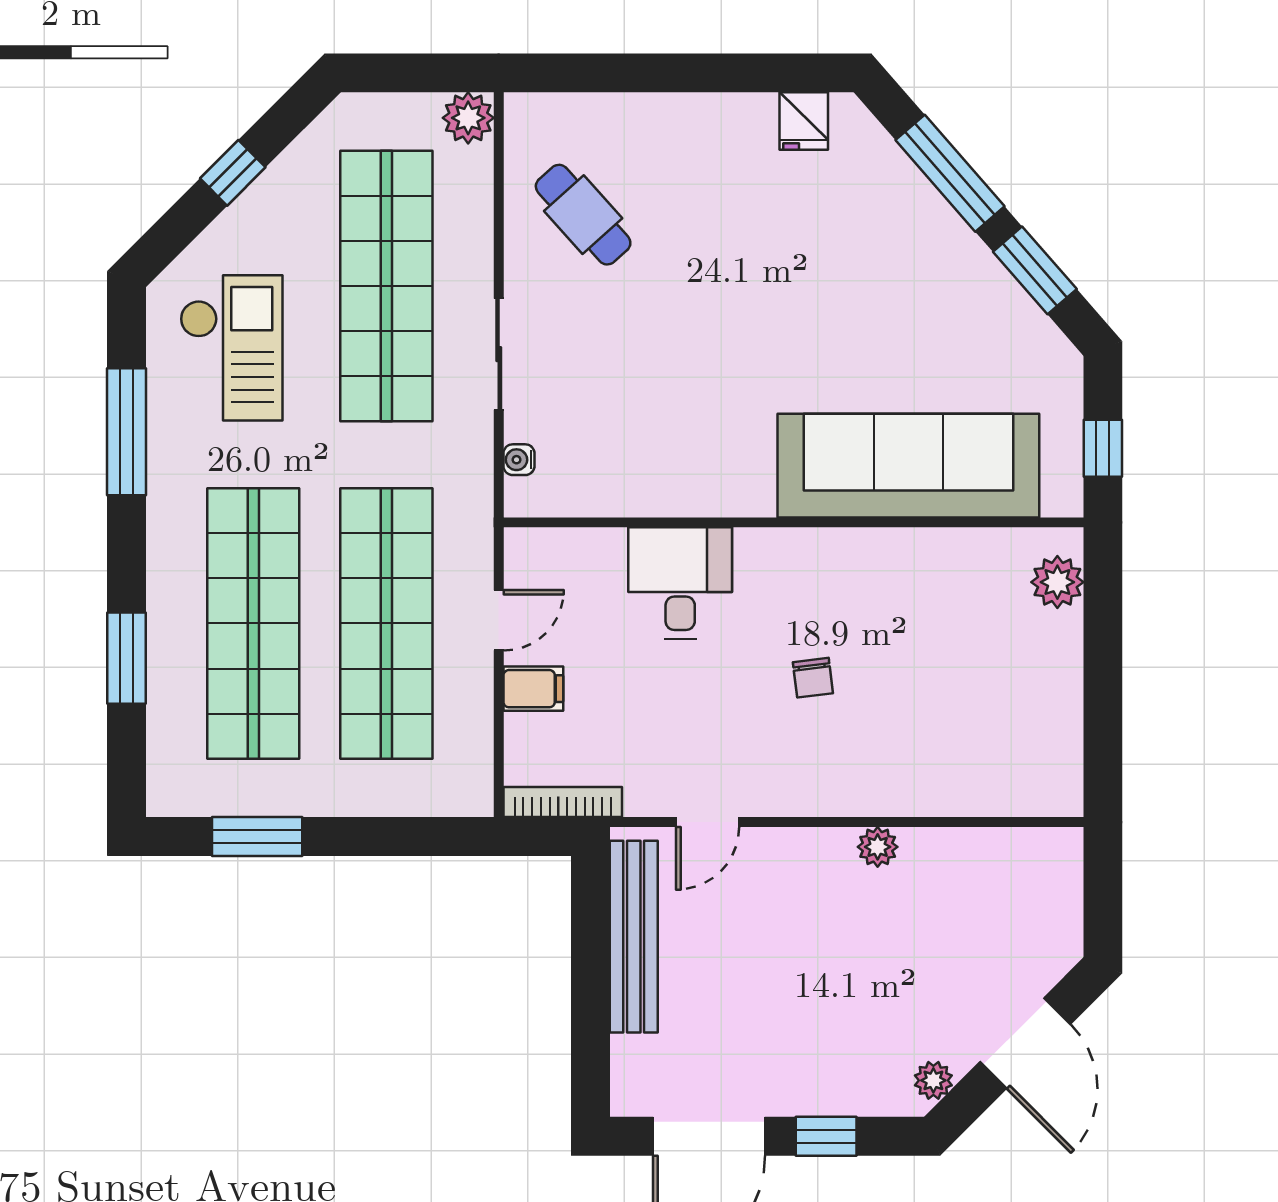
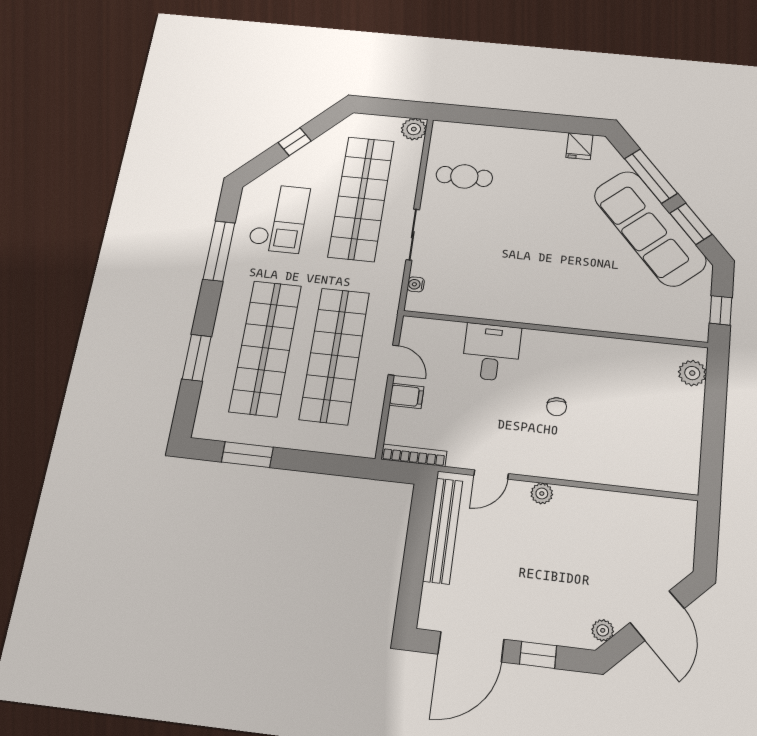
cafe table: (583, 215) -> (464, 176), turned -48
sofa: (908, 466) -> (650, 228), moved, turned -131
door: (499, 620) -> (393, 360), hinge flipped
plant: (878, 847) -> (542, 493), moved

